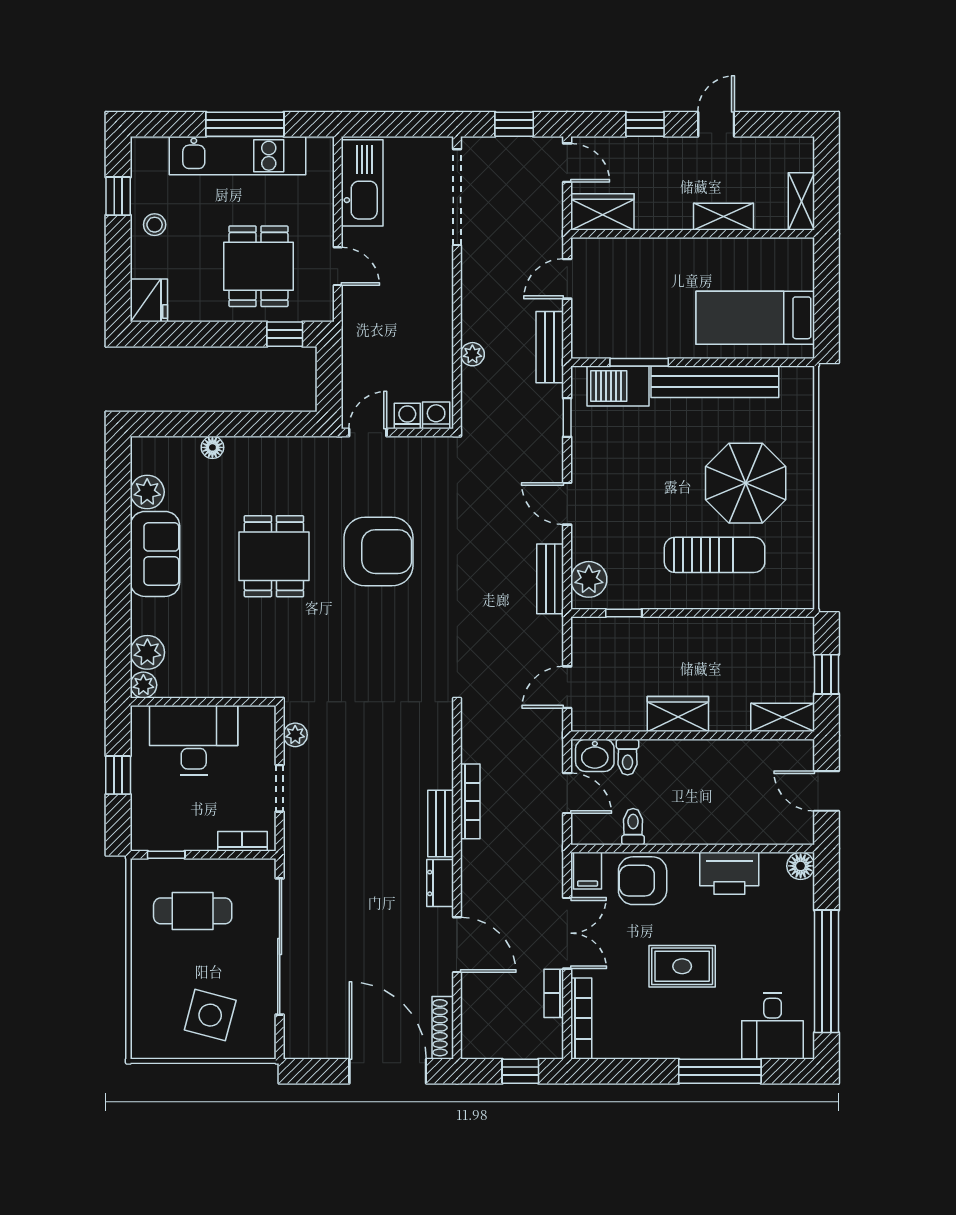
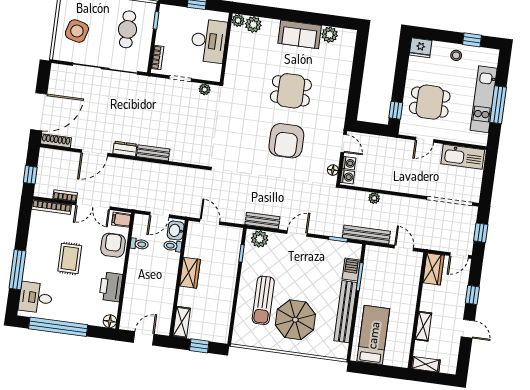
bench: (550, 347) -> (366, 235), width x1.36
barbecue: (618, 386) -> (351, 270), width x0.73, depth x0.79
floor lamp: (212, 447) -> (333, 170), moved
bookcase: (470, 801) -> (162, 168), removed

